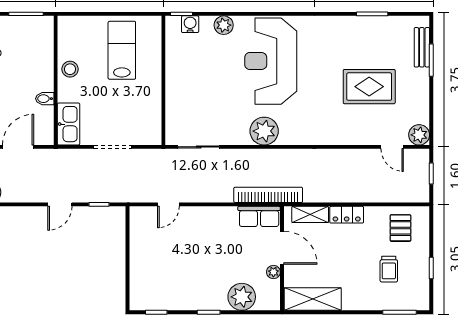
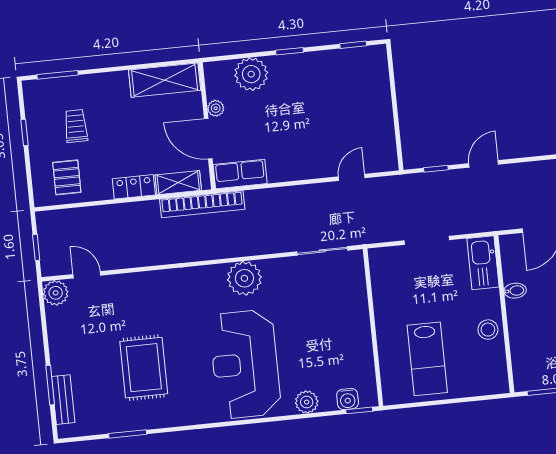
reception desk: (271, 61) -> (245, 364), turned 180
rug: (369, 87) -> (144, 368), moved, turned 90
bookcase: (268, 195) -> (202, 204), moved

